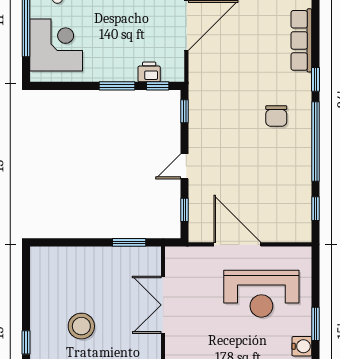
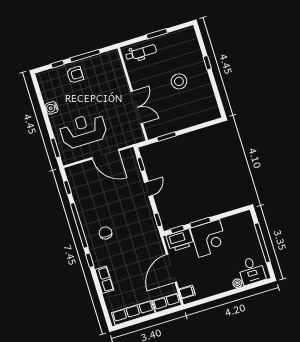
row of seats: (301, 40) -> (104, 280), width x0.68
corner desk: (56, 45) -> (209, 238), moved, turned -90
printer: (149, 72) -> (180, 240), width x1.87, depth x1.48
window: (316, 324) -> (55, 148), moved

